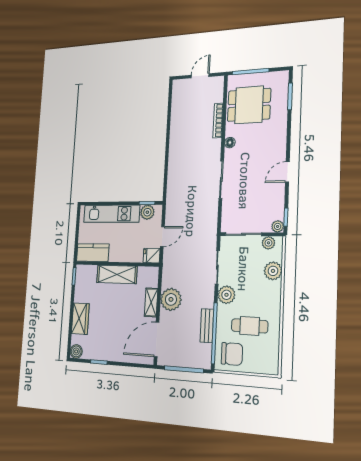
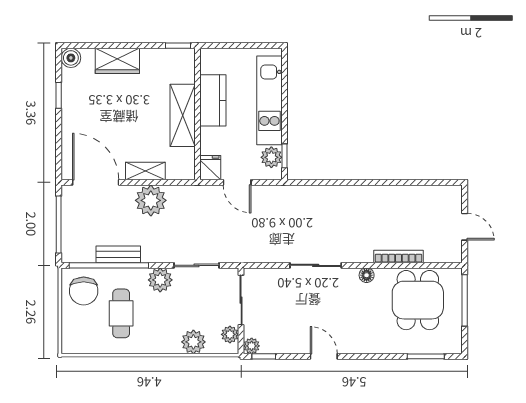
kitchen counter: (93, 253) -> (213, 100), moved

